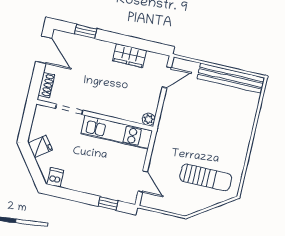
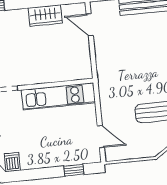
door: (167, 77) -> (90, 25), swing flipped
plant: (149, 119) -> (86, 73), removed

